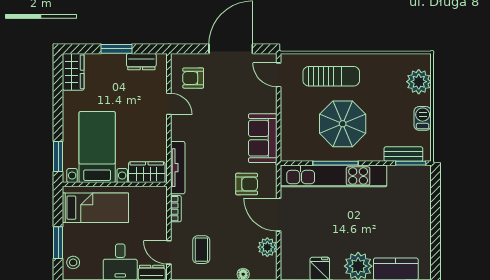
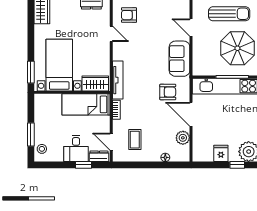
door: (279, 75) -> (191, 27), moved
bed: (95, 208) -> (86, 104), moved, turned 180

